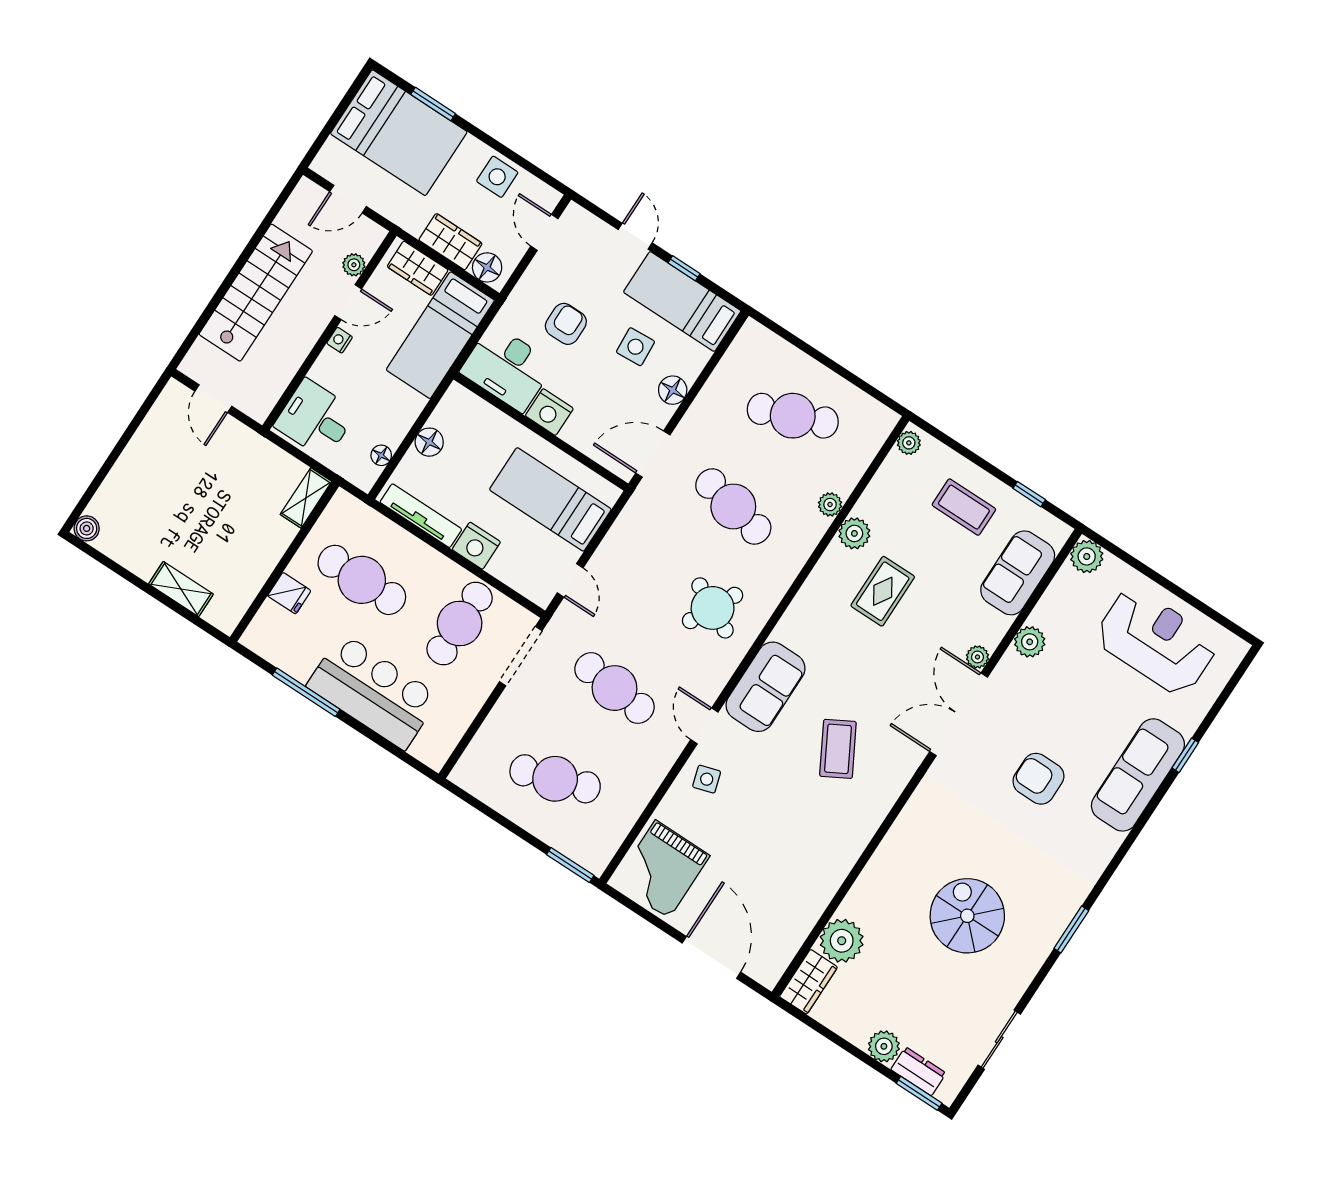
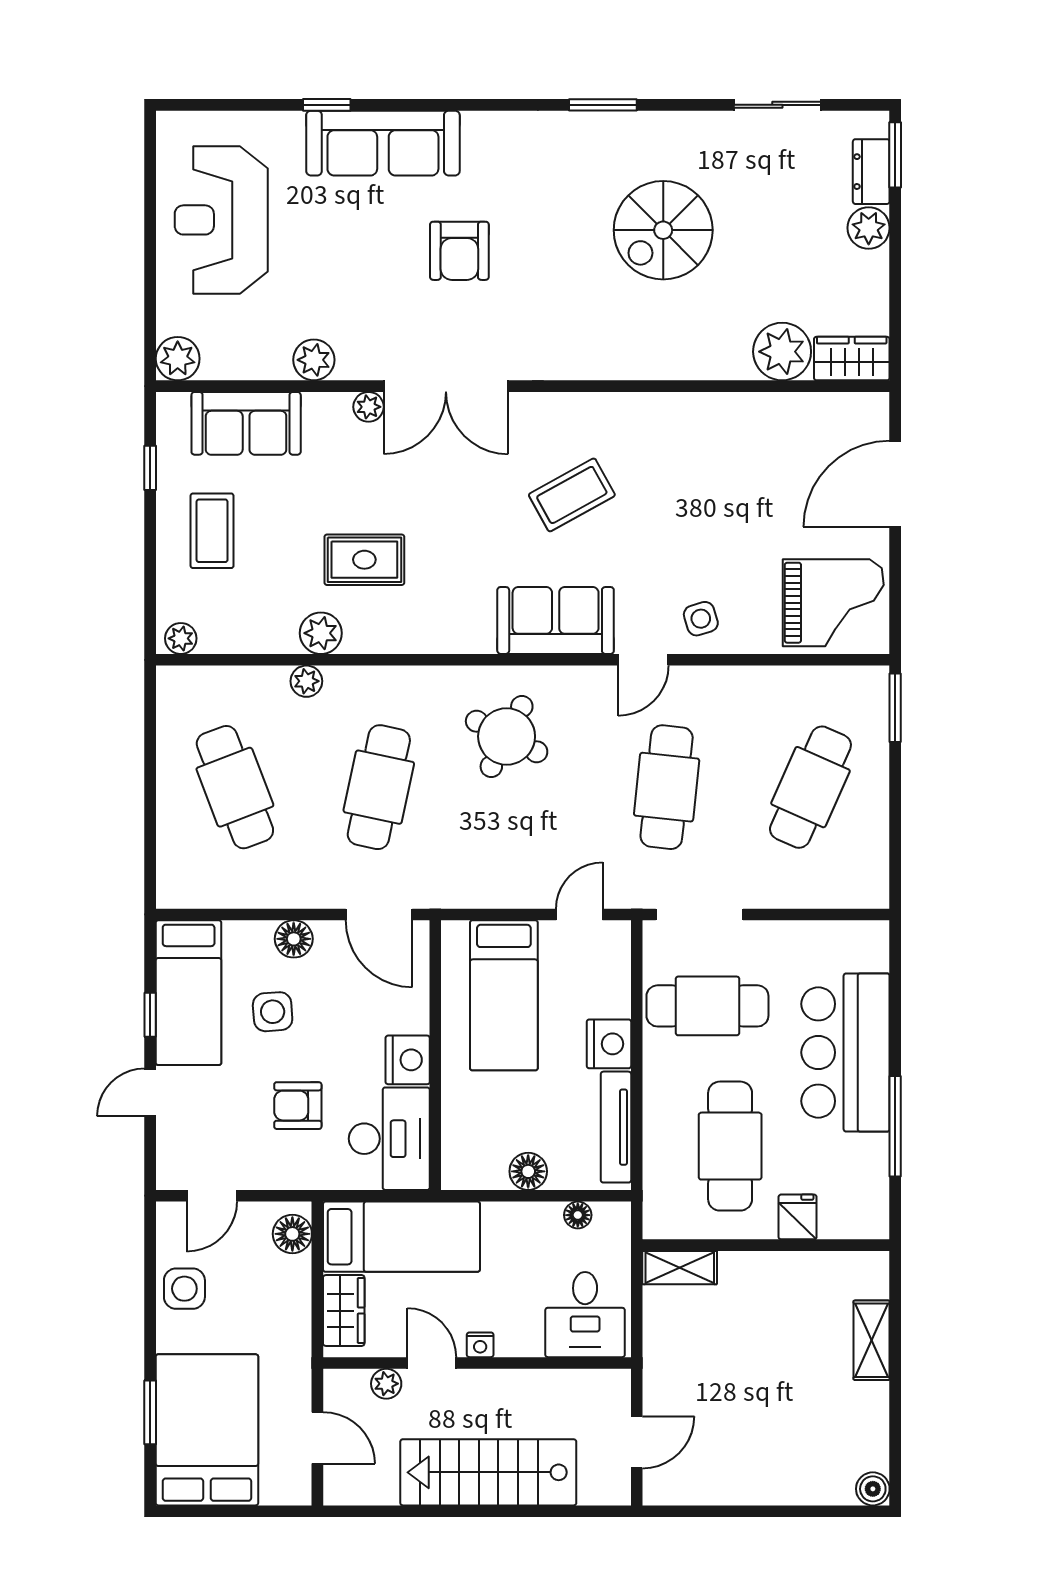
wardrobe: (450, 242) -> (290, 1293), removed
cafe table: (555, 779) -> (810, 787), turned 42

